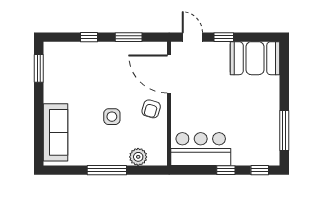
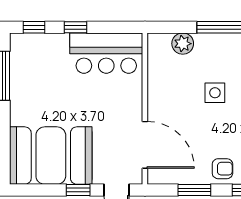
booth: (255, 58) -> (51, 156), width x1.36, depth x1.42
armchair: (151, 109) -> (222, 169), moved, turned 74

